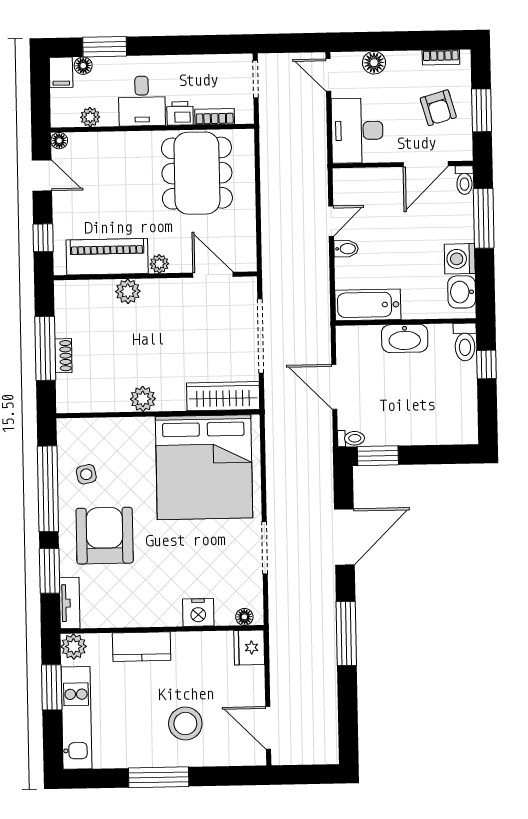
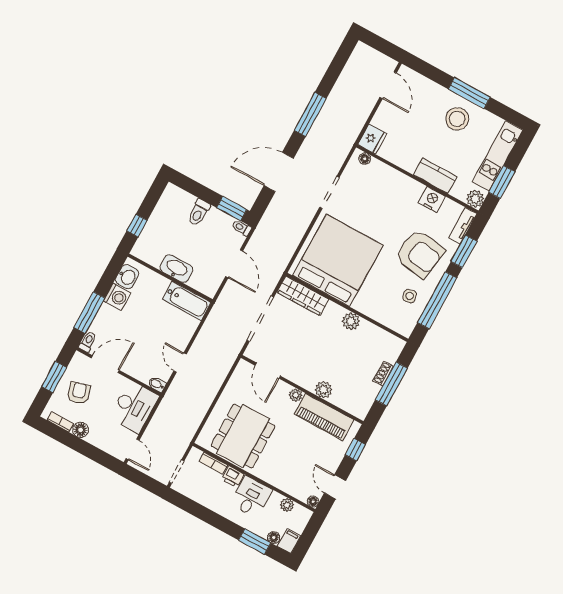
floor lamp: (374, 63) -> (81, 430), moved
door: (331, 221) -> (180, 362), hinge flipped
bidet: (346, 249) -> (157, 384), moved
toilet: (465, 342) -> (199, 212), moved, turned 180
armchair: (105, 536) -> (420, 254), turned -81
nightstand: (198, 612) -> (432, 199), moved
stool: (185, 724) -> (457, 119), moved

